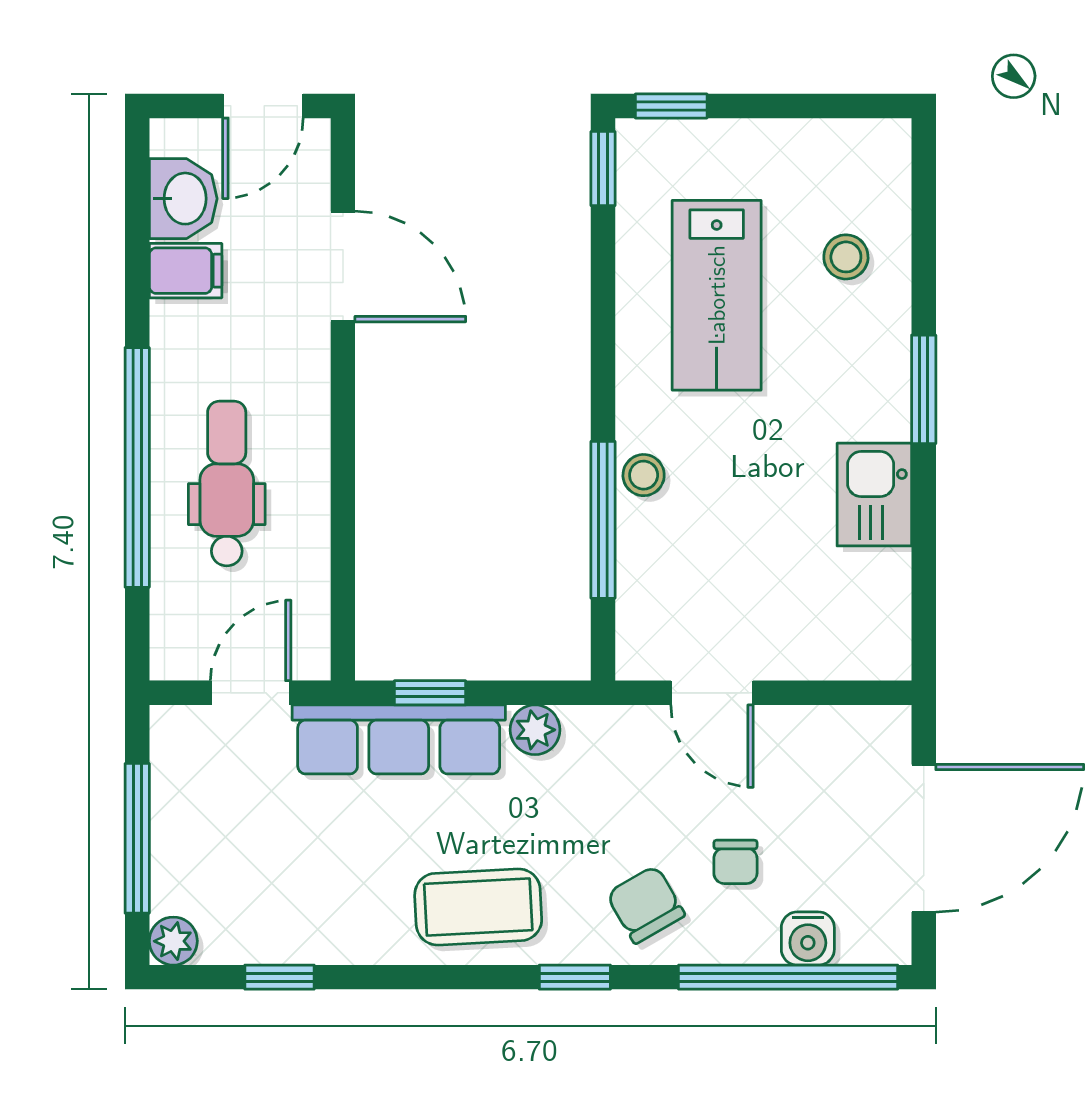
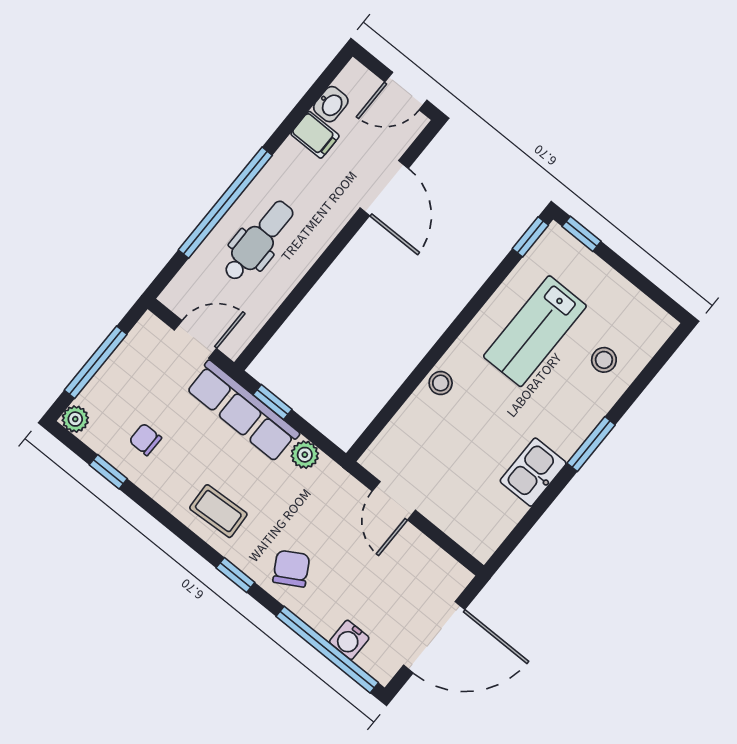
washbasin: (183, 199) -> (331, 104), width x0.72, depth x0.69
window: (603, 520) -> (407, 388), removed
chair: (735, 862) -> (145, 439), moved, turned 90
coffee table: (478, 907) -> (218, 511), width x0.73, depth x0.77

